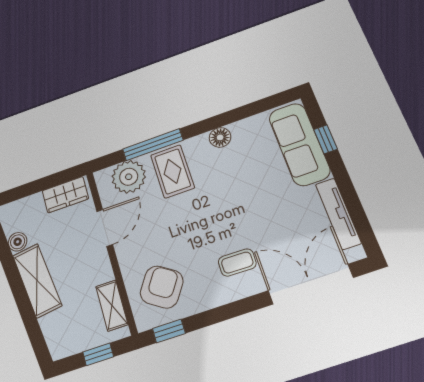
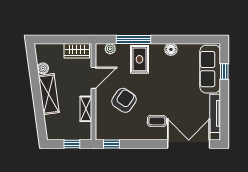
plant: (129, 177) -> (110, 49), width x0.53, depth x0.53
armchair: (162, 287) -> (124, 100), moved
shelving: (112, 305) -> (86, 109), moved

